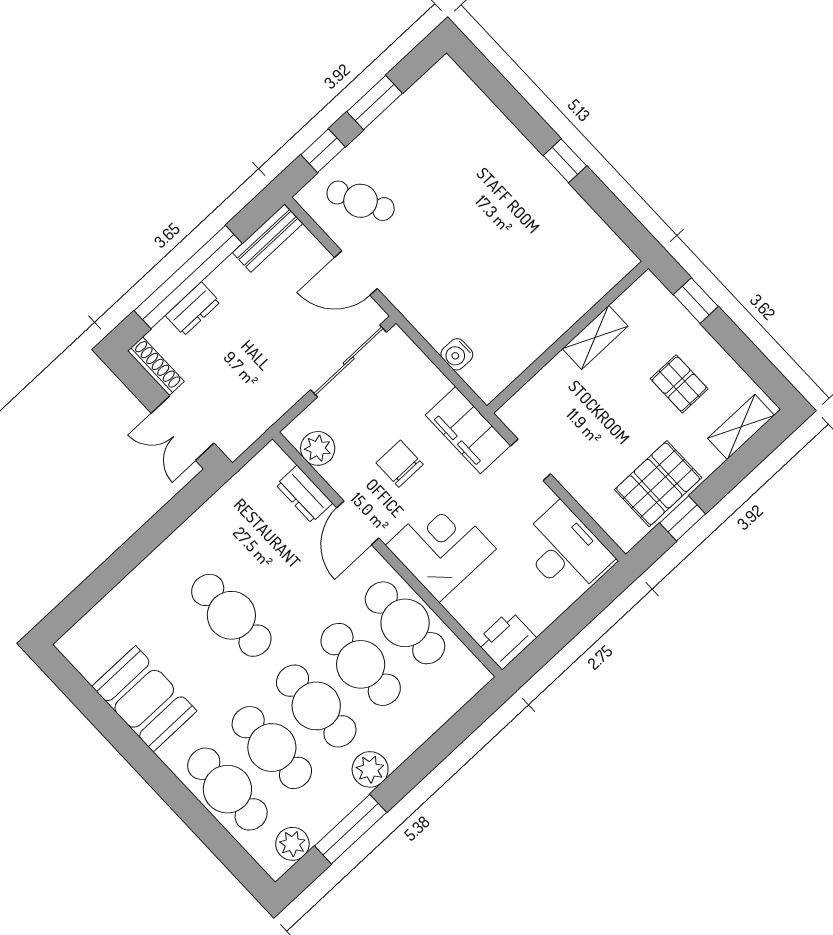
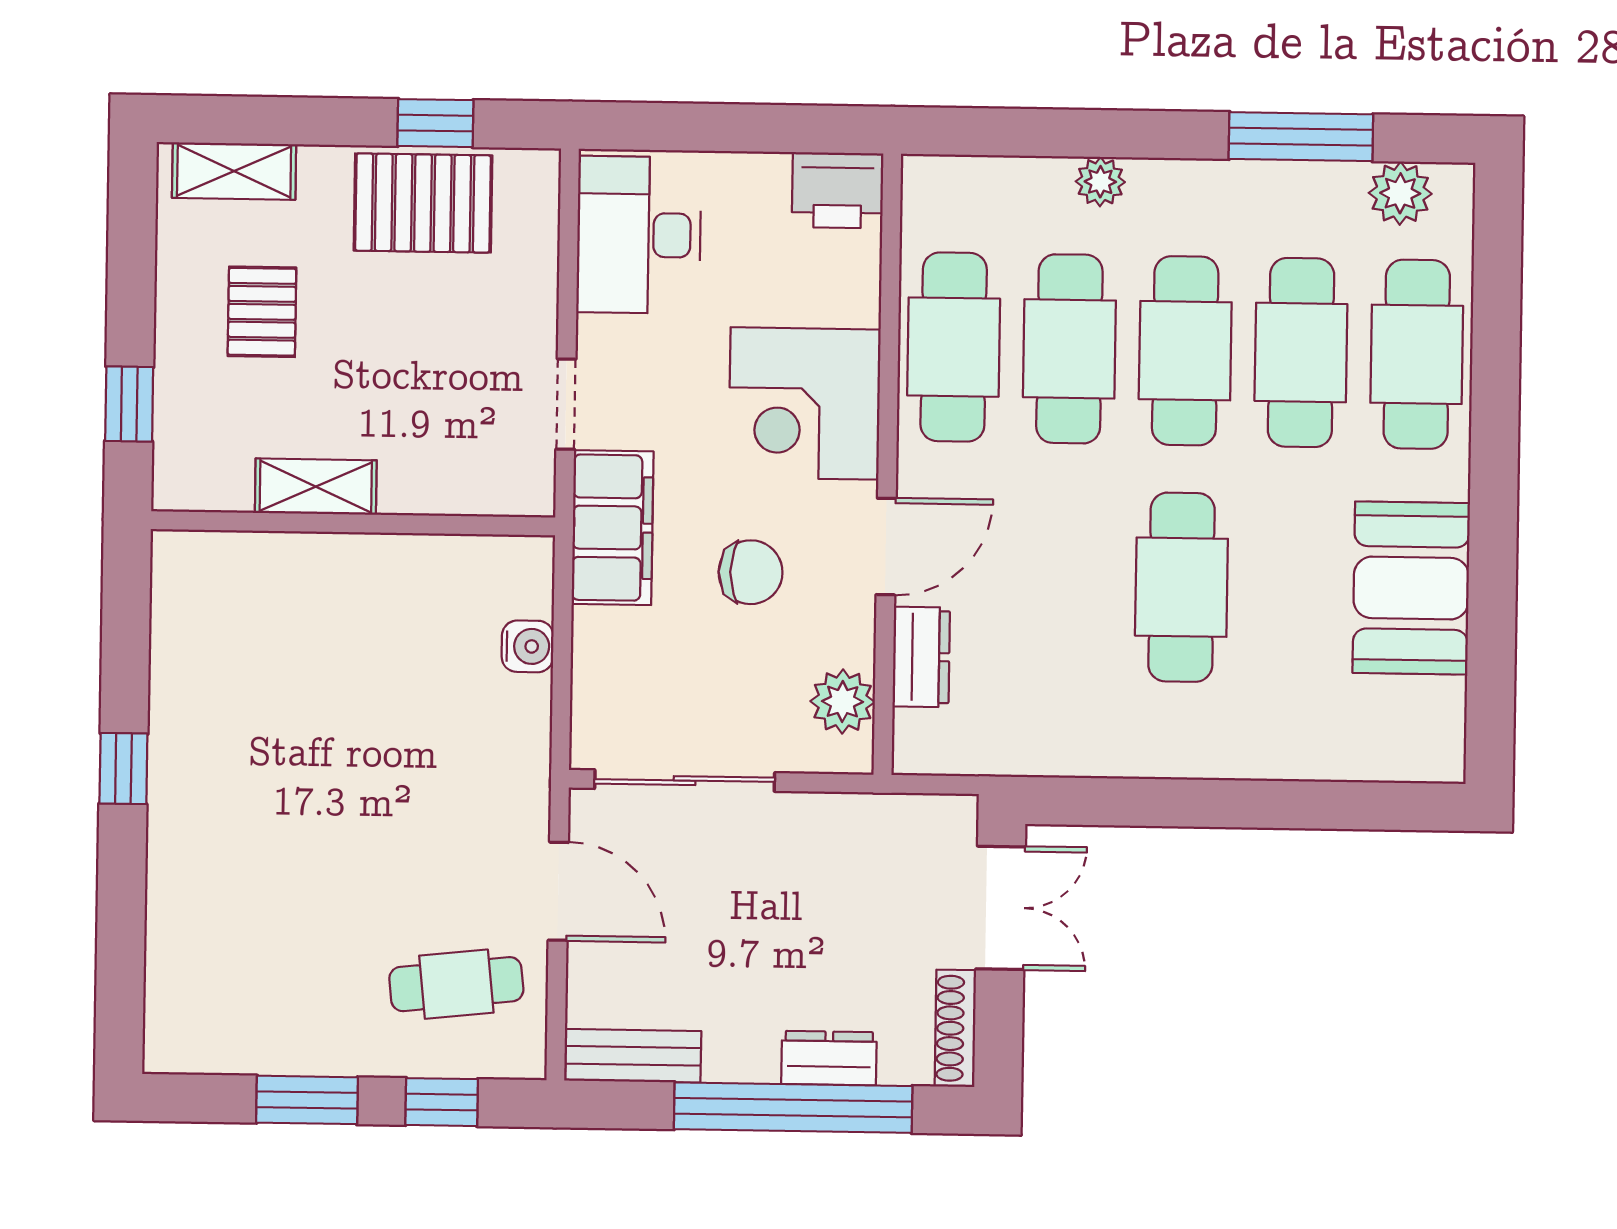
cafe table: (361, 201) -> (456, 984), turned -69
chair: (400, 464) -> (751, 572), turned -90
plant: (370, 769) -> (1100, 182), moved, width x0.73, depth x0.73

